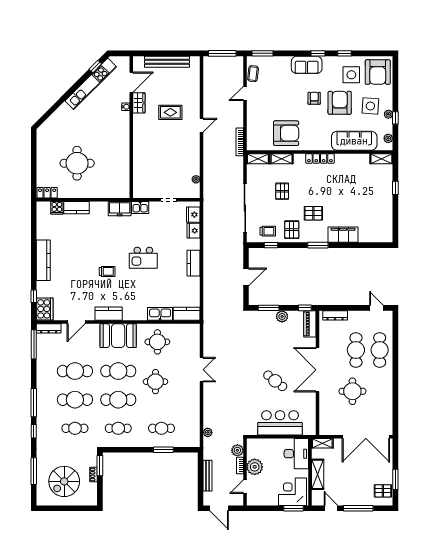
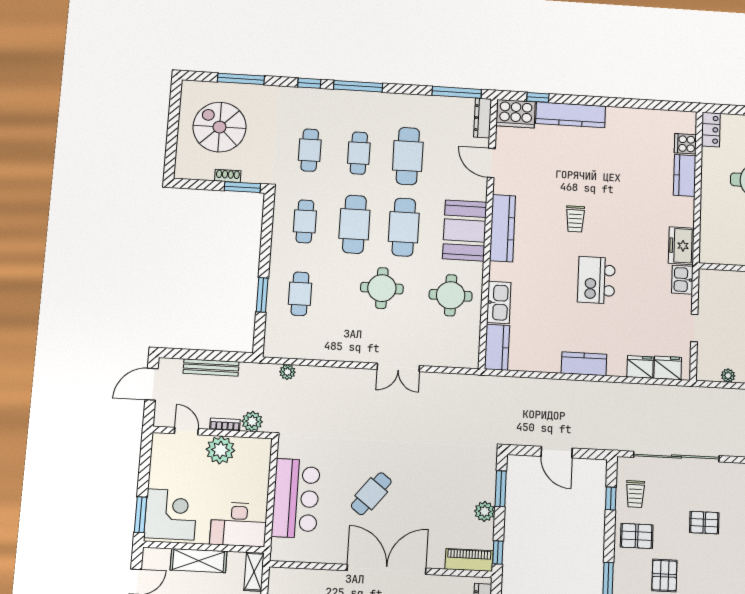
kitchen counter: (43, 260) -> (571, 115), moved
kitchen counter: (109, 314) -> (503, 228), width x1.50
cafe table: (75, 400) -> (359, 153), width x0.73, depth x0.74

